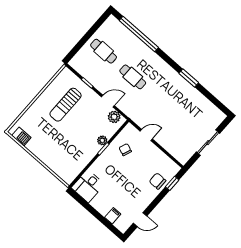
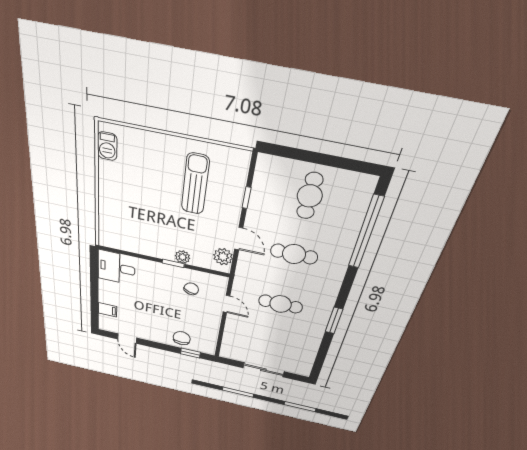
cafe table: (133, 77) -> (294, 254), turned 90
cafe table: (162, 103) -> (280, 304), added
sun lounger: (66, 105) -> (195, 184), turned 90

